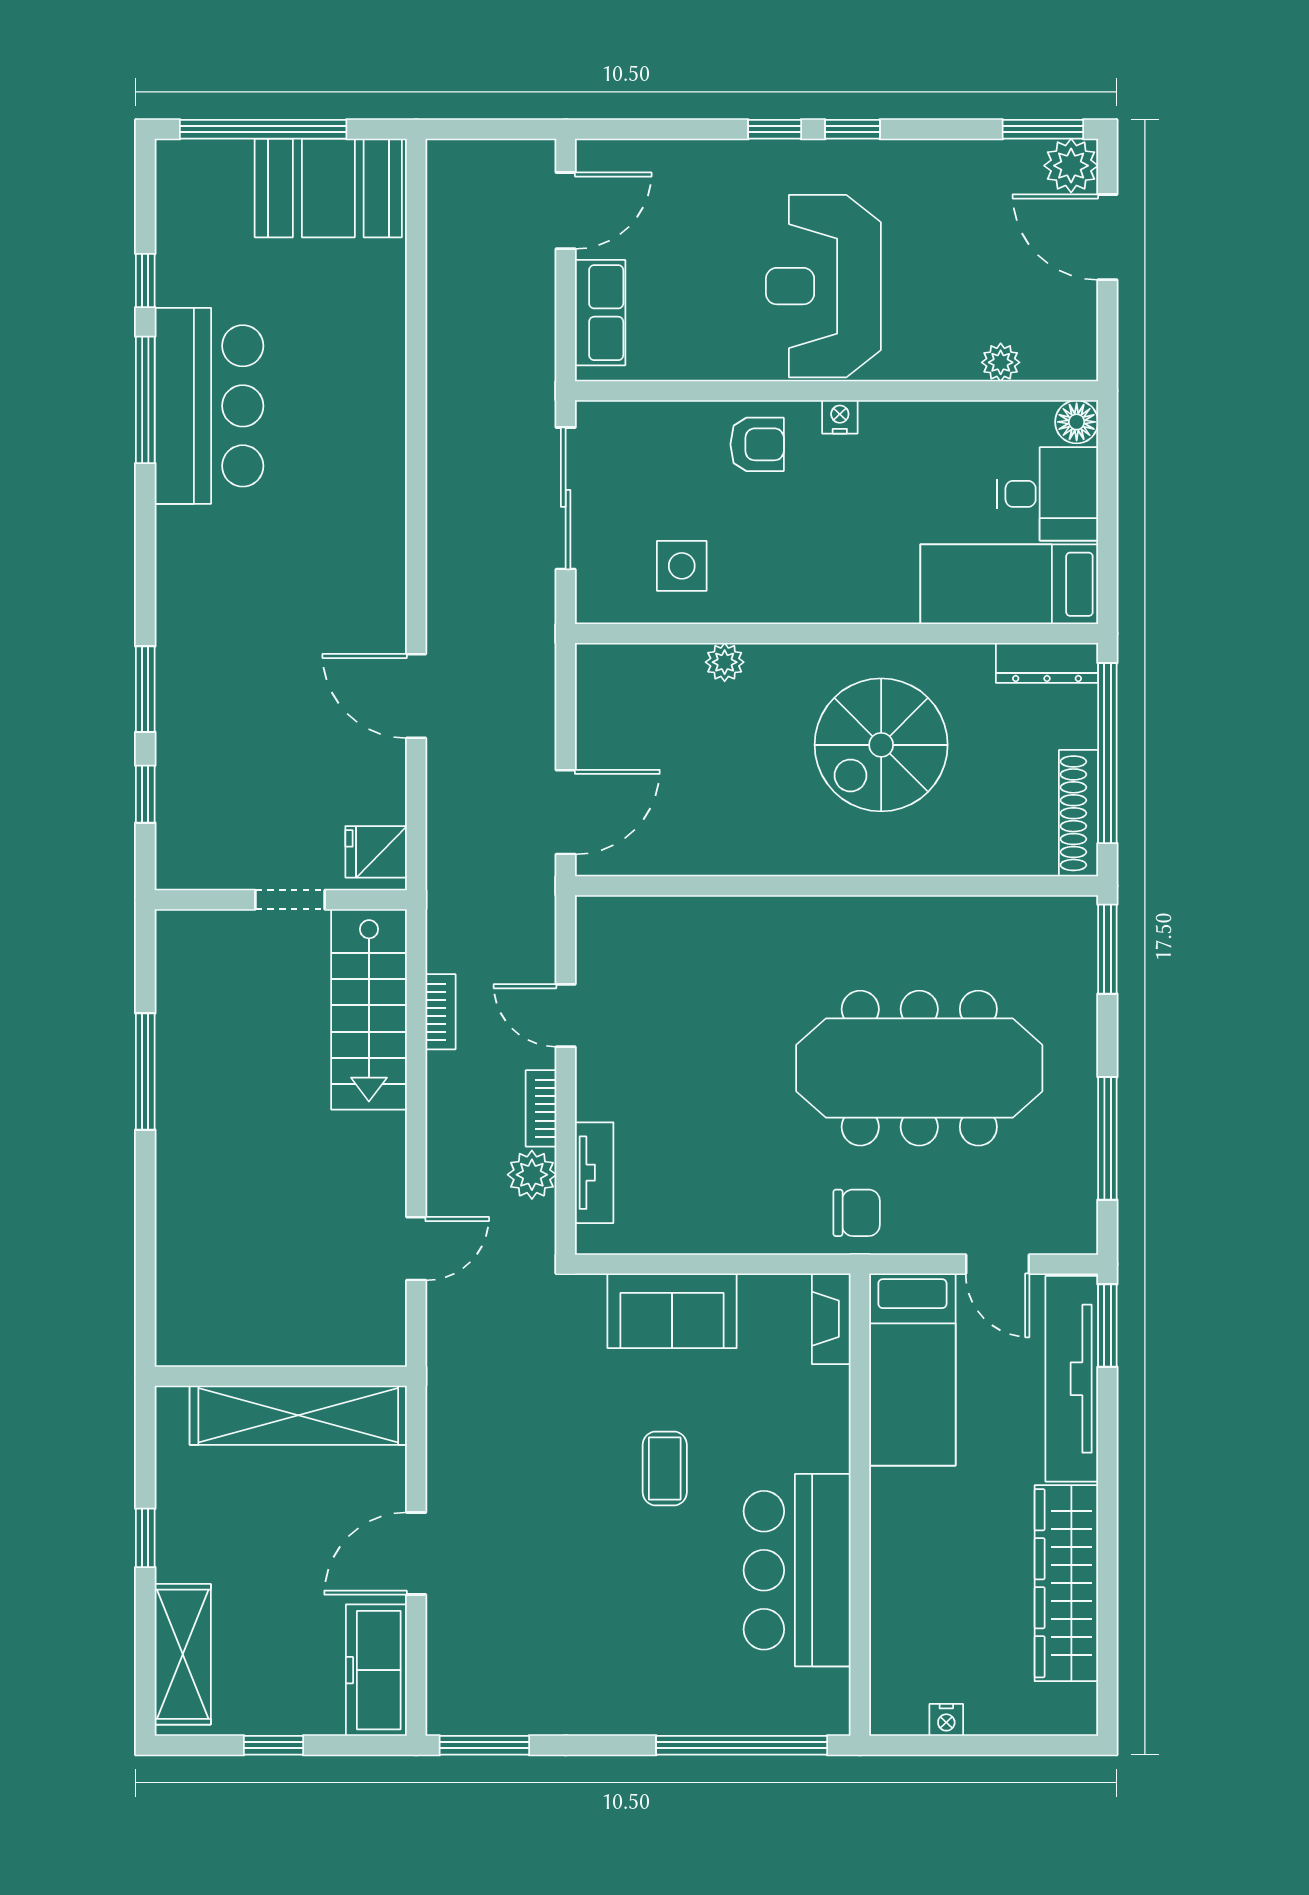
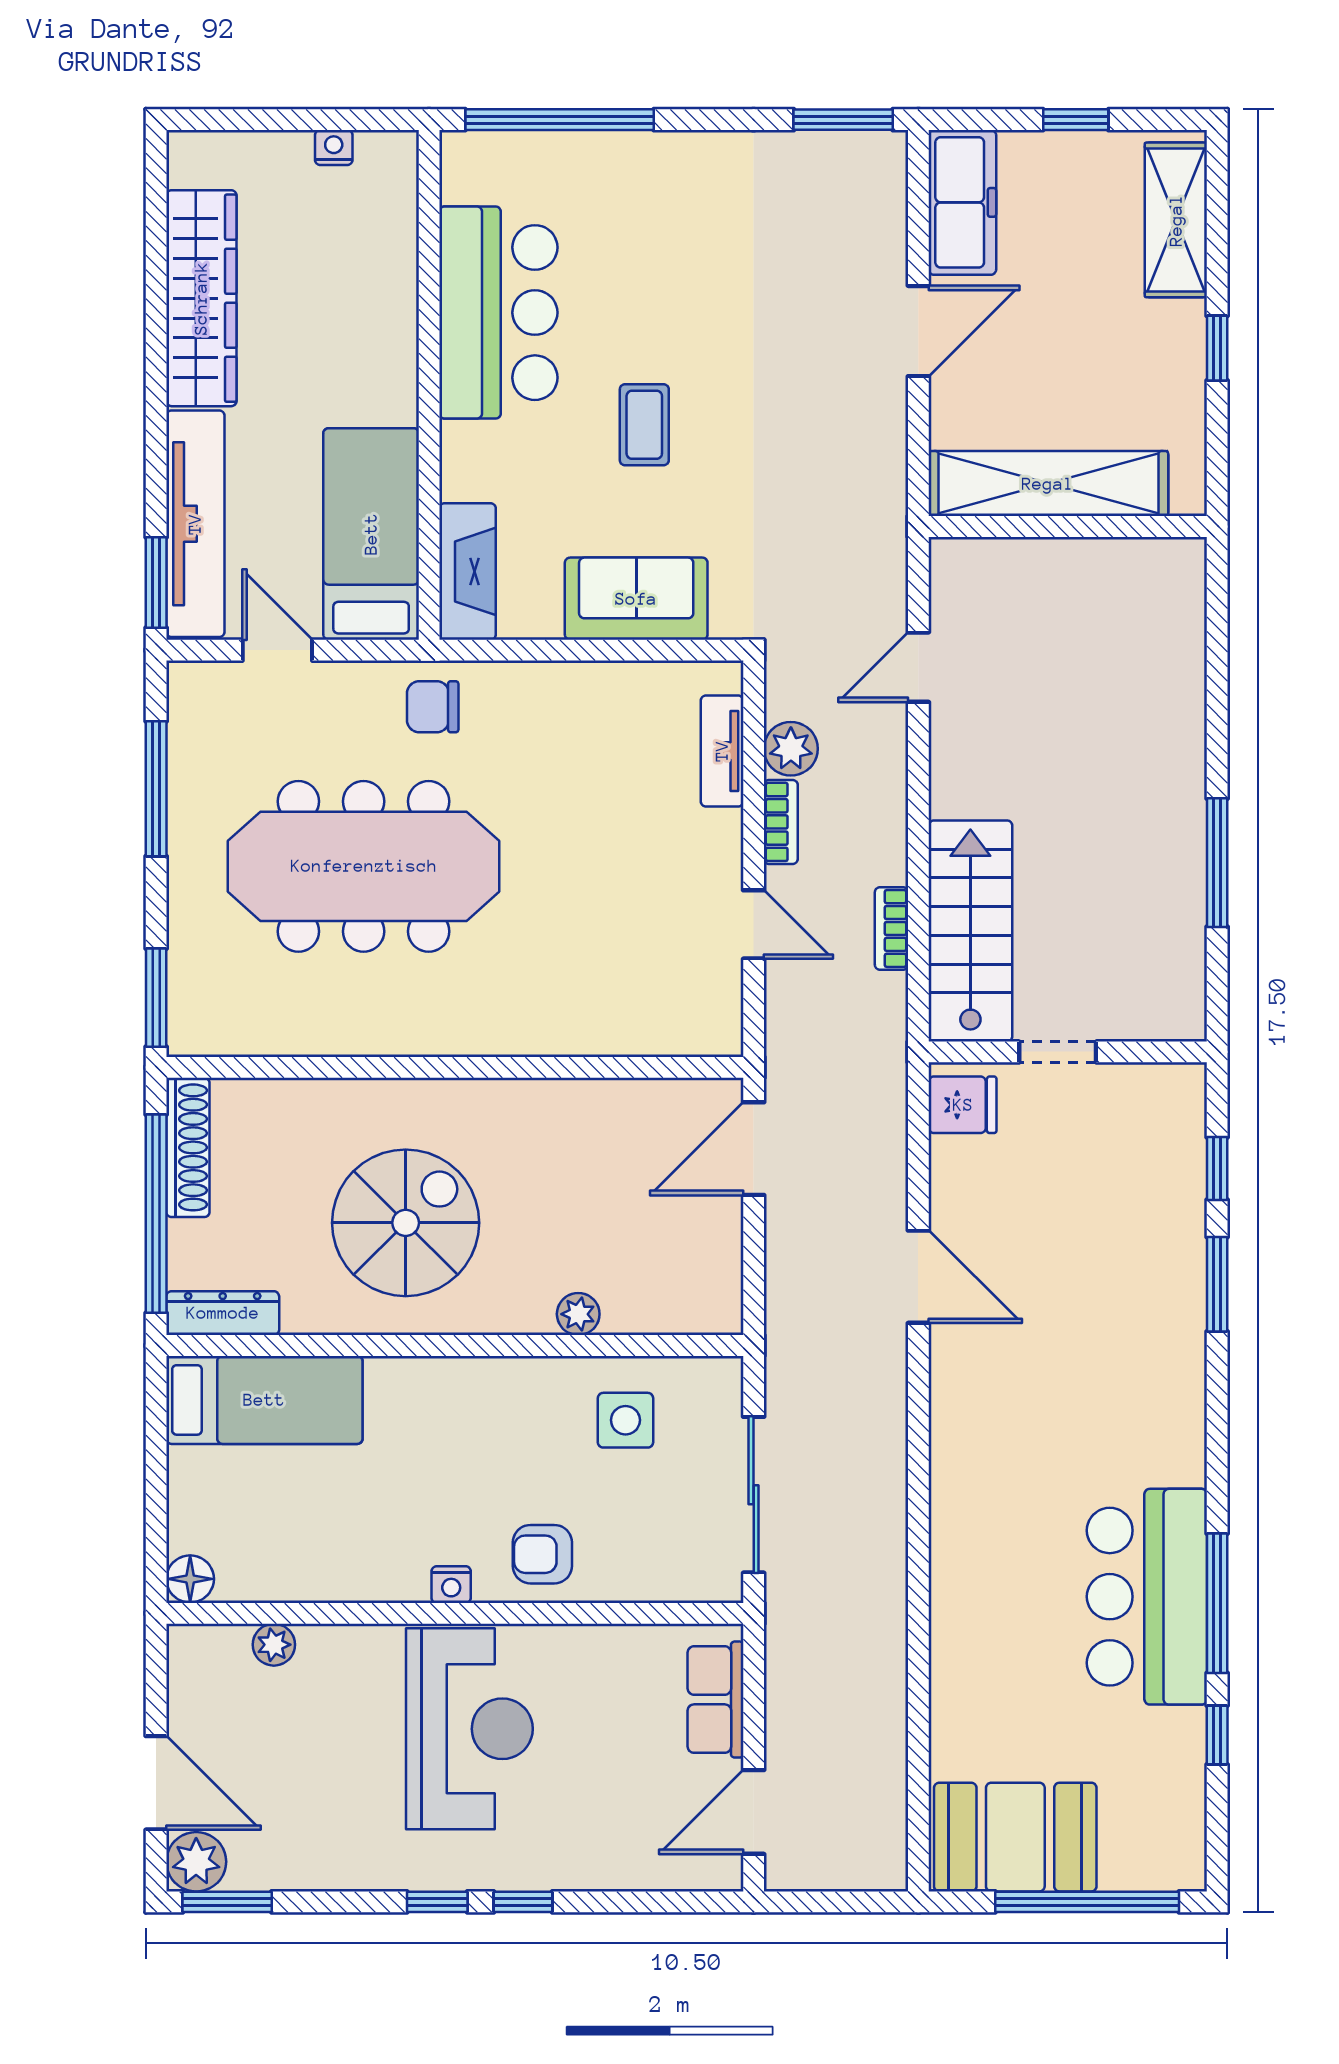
desk: (1048, 494) -> (222, 1500), removed
fireplace: (831, 1319) -> (468, 571), width x1.37, depth x1.32

